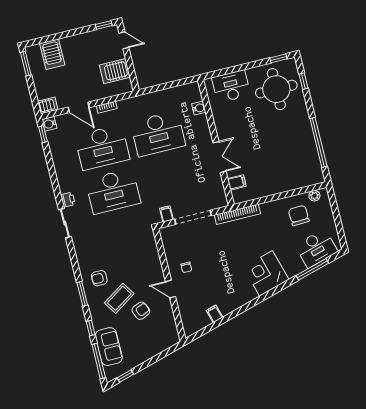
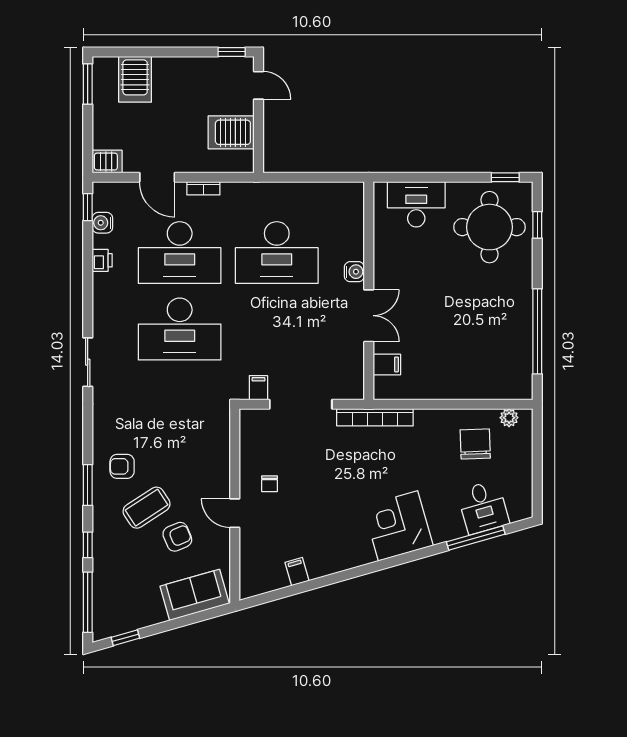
water cooler: (199, 108) -> (354, 272), moved
water cooler: (49, 124) -> (102, 223), moved
printer: (68, 200) -> (102, 260), moved
desk: (316, 248) -> (483, 507), width x0.73
sofa: (109, 347) -> (195, 595), moved, turned -106

